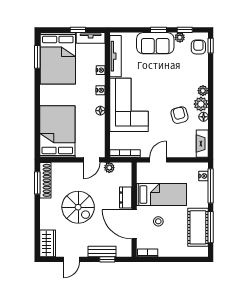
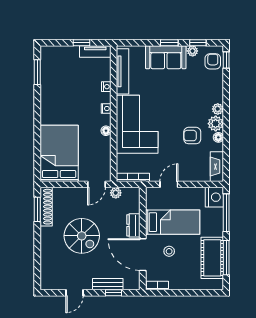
bed: (58, 58) -> (60, 74), removed
armchair: (180, 115) -> (192, 136), turned -75
nightstand: (203, 176) -> (214, 197), width x1.89, depth x1.79
wardrobe: (48, 243) -> (48, 275), removed

